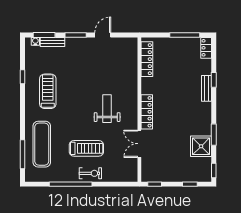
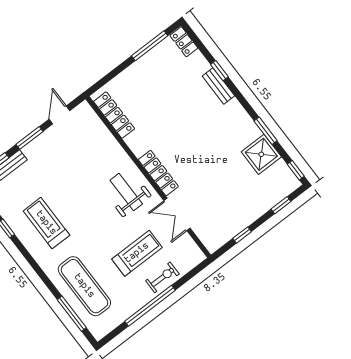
locker: (147, 59) -> (114, 115), moved
wall: (139, 110) -> (148, 177), moved
locker: (147, 112) -> (158, 173), moved
double door: (139, 144) -> (177, 214), moved

